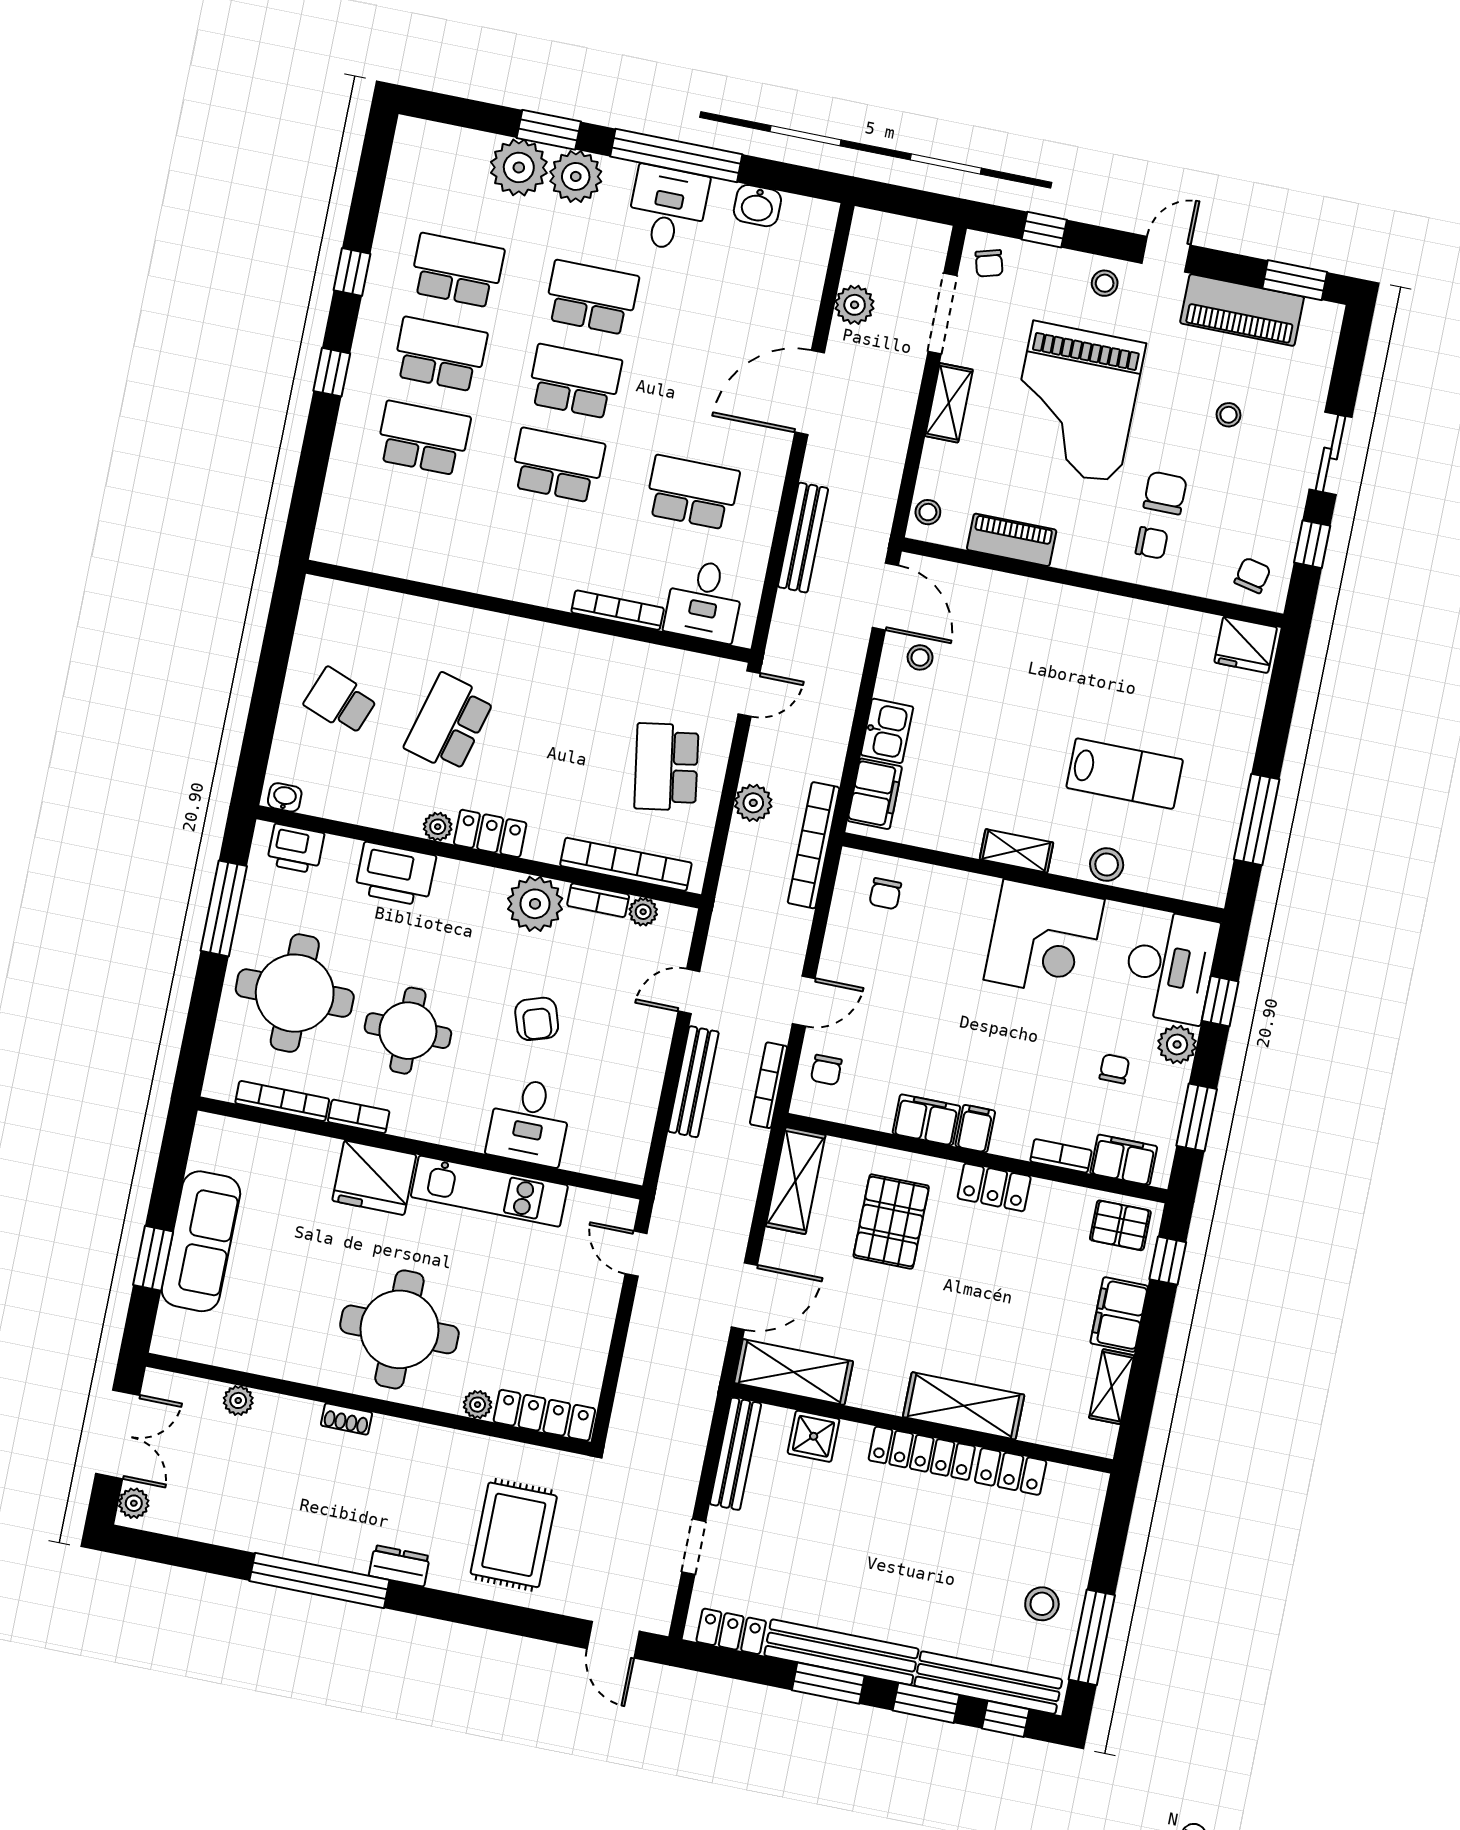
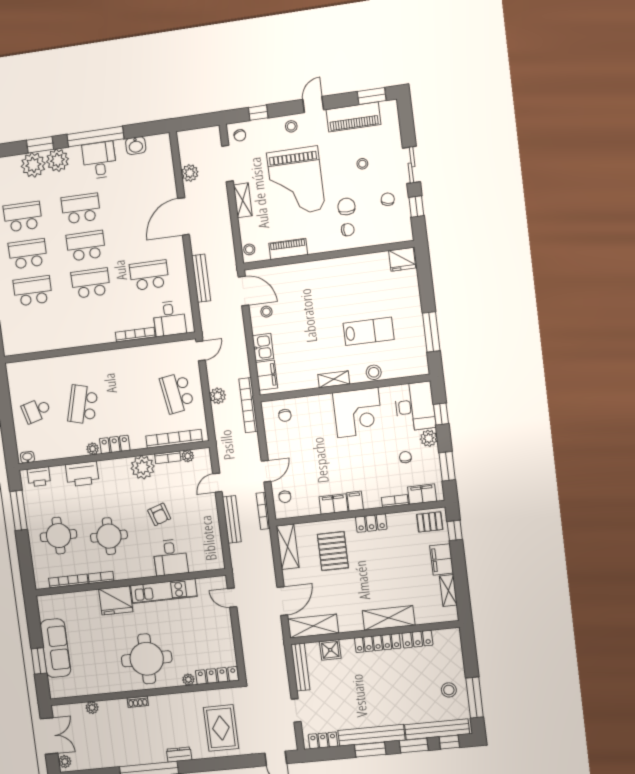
chair: (1252, 575) -> (388, 199), moved
school desk: (341, 701) -> (36, 410), turned -36
round table: (295, 993) -> (58, 536), width x0.73, depth x0.73

